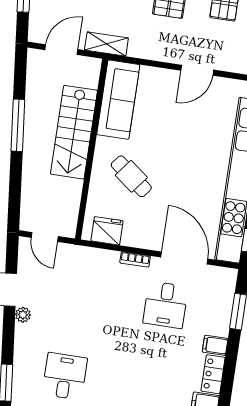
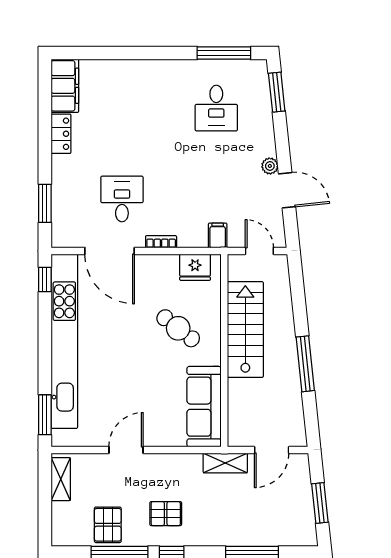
stairs: (74, 132) -> (245, 330), moved
filing cabinet: (215, 345) -> (218, 235), moved, turned -90

